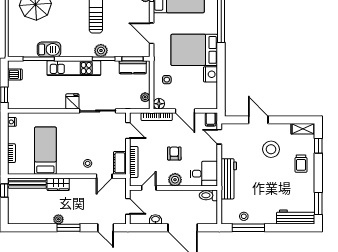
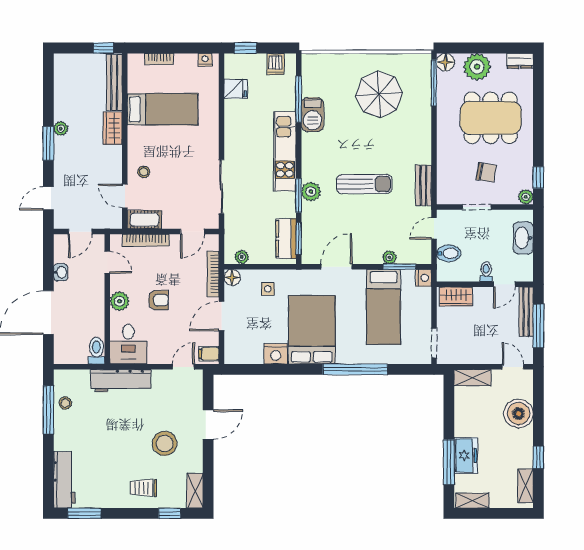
fridge: (72, 101) -> (236, 89), moved

